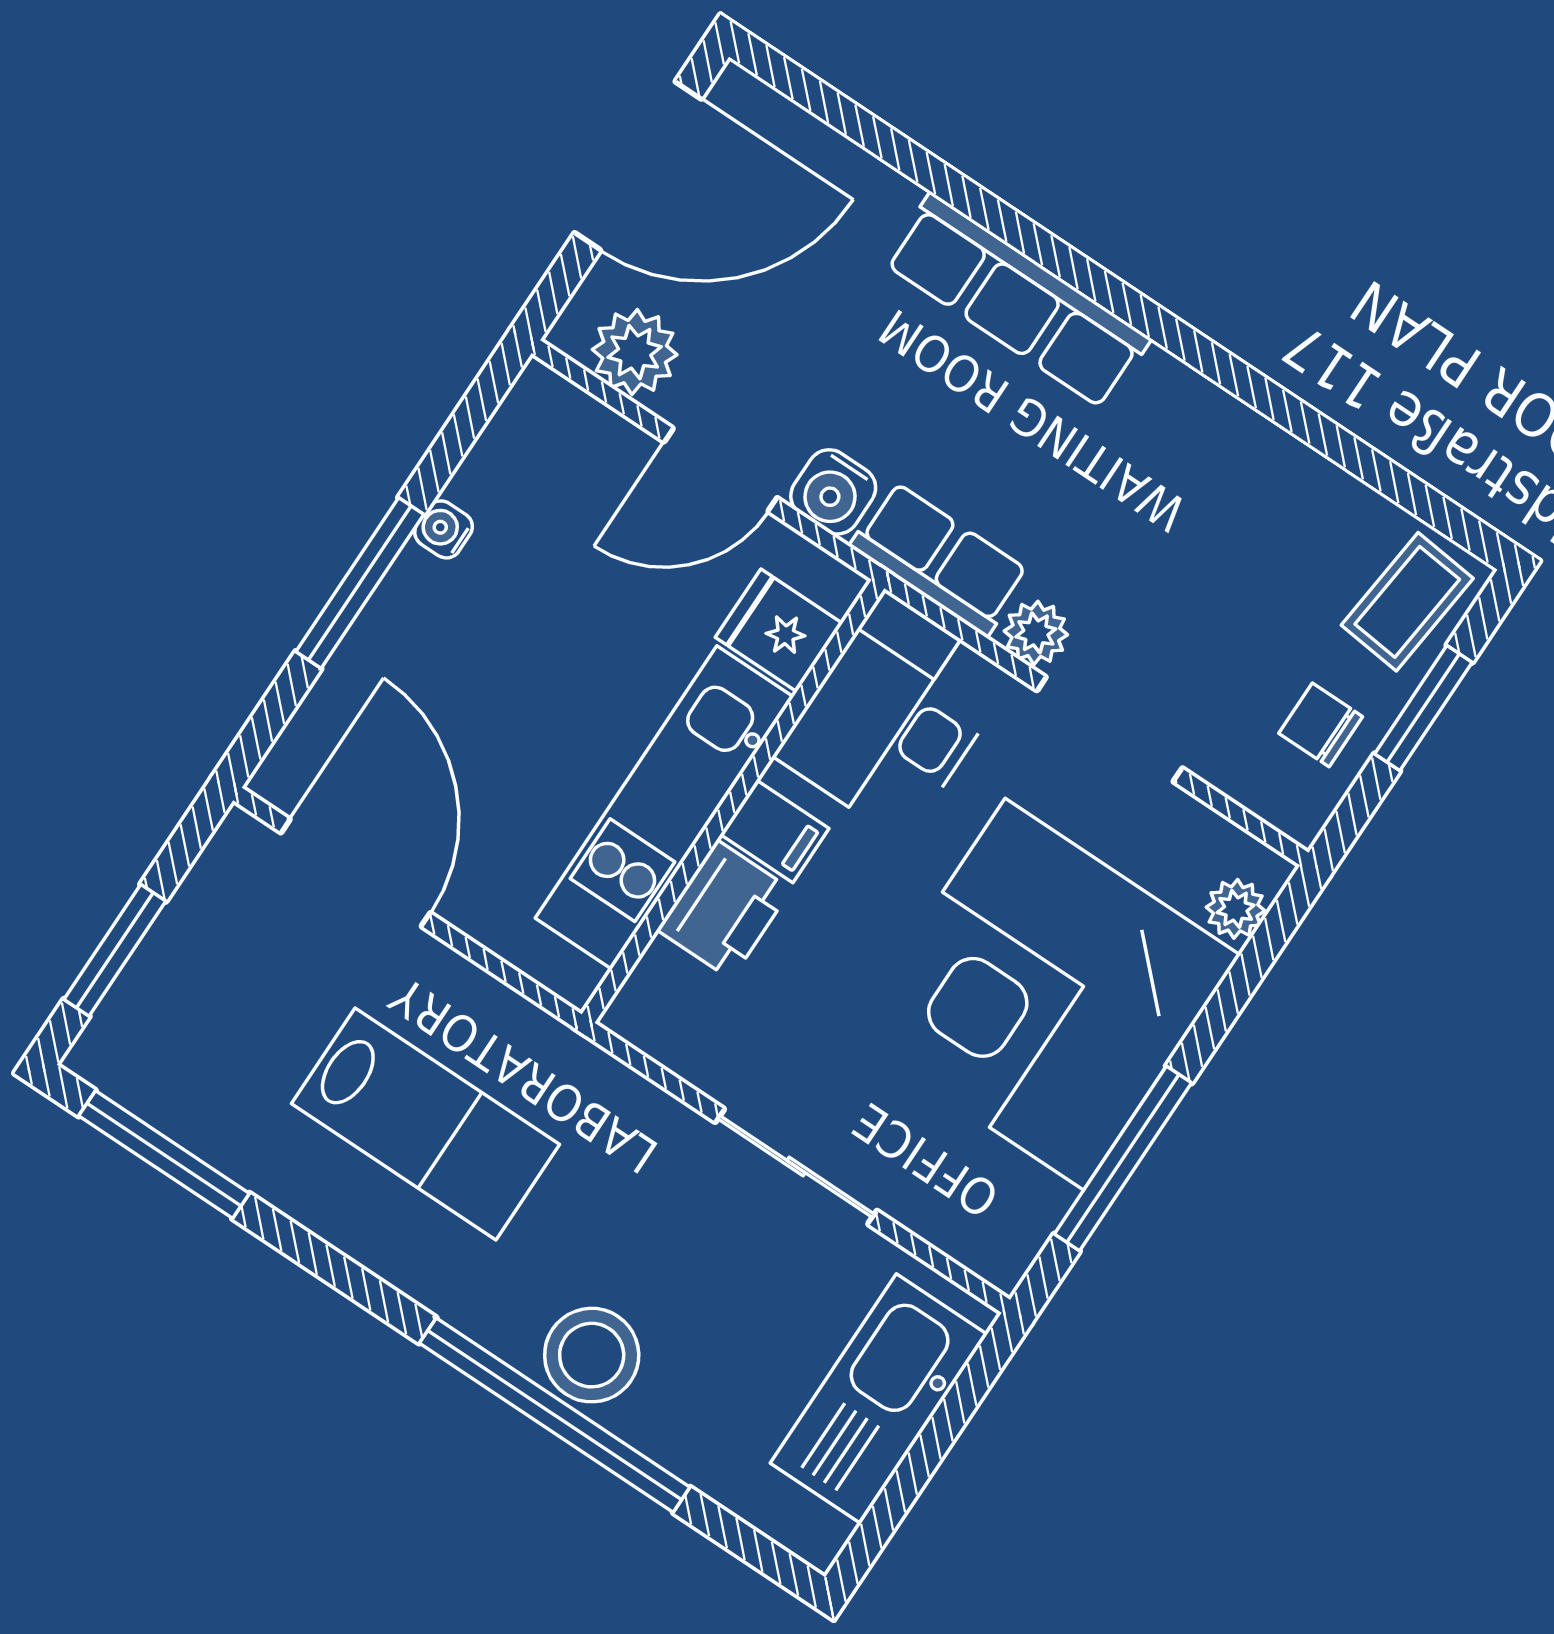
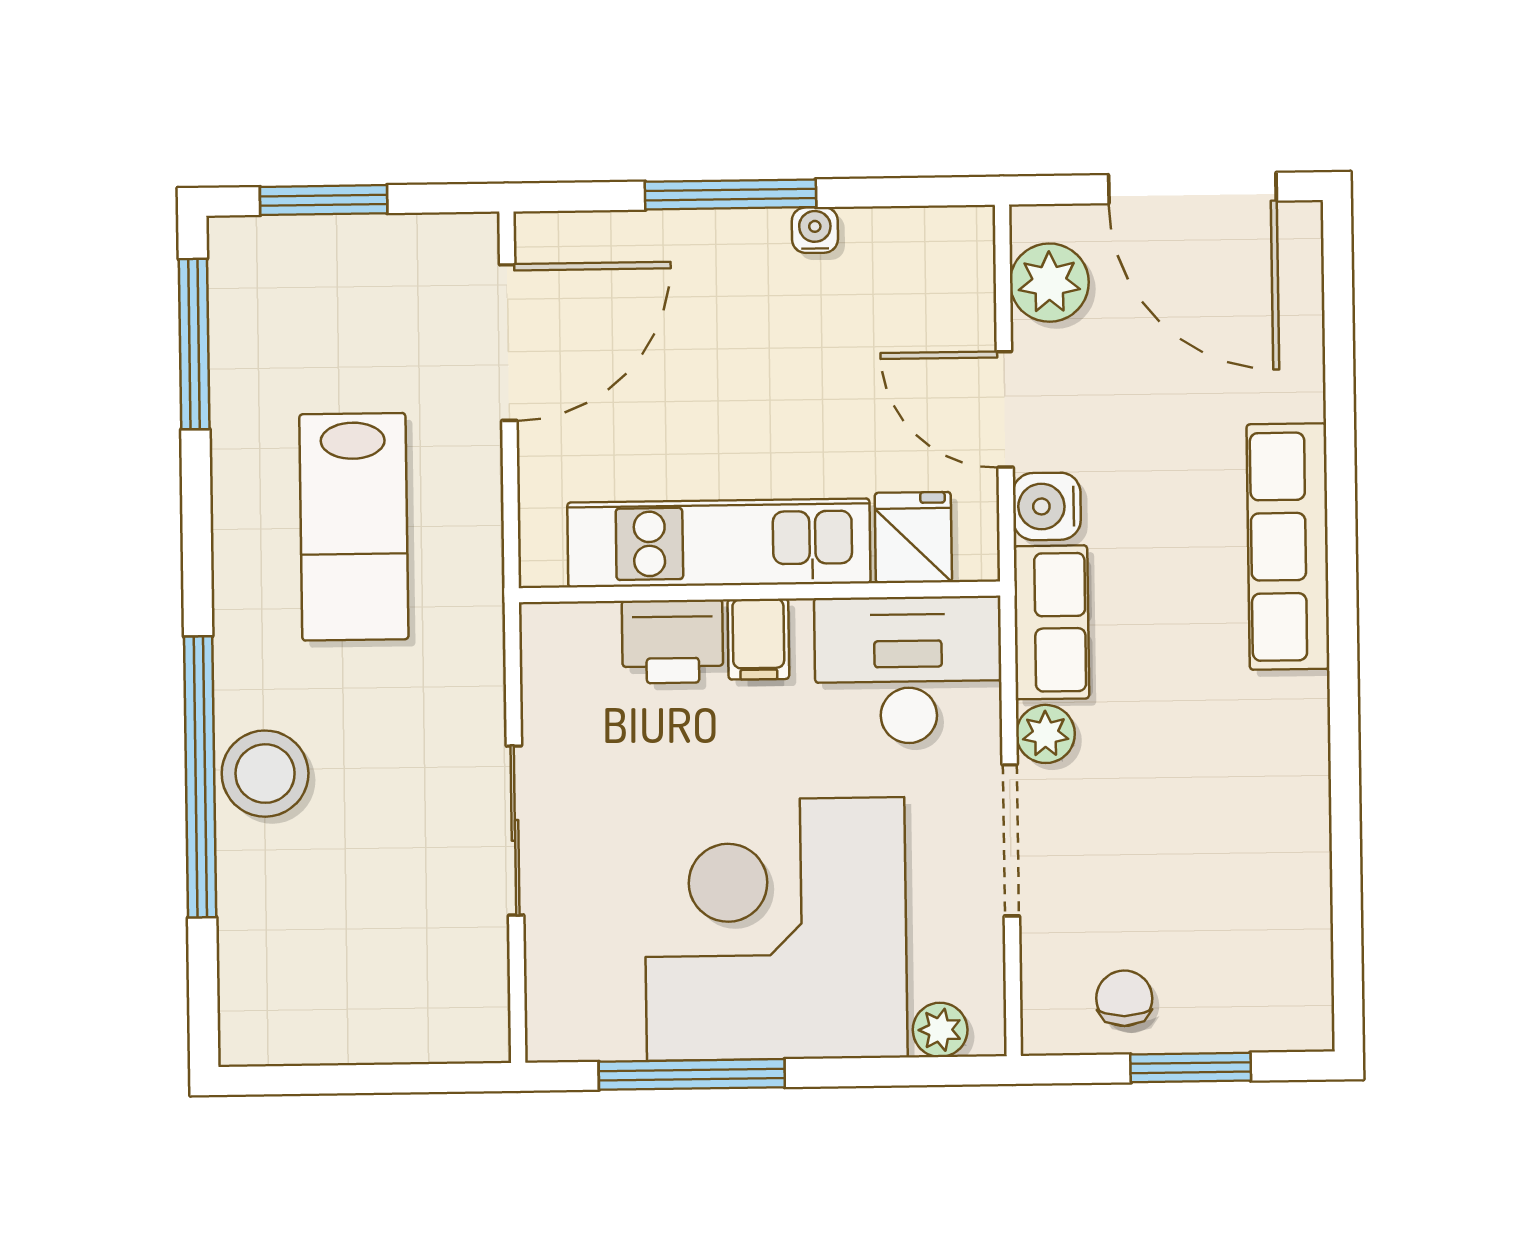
coffee table: (1407, 602) -> (1263, 1000), removed
kitchen sink: (879, 1399) -> (382, 1014), removed

